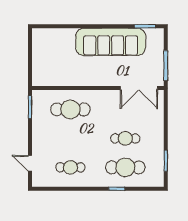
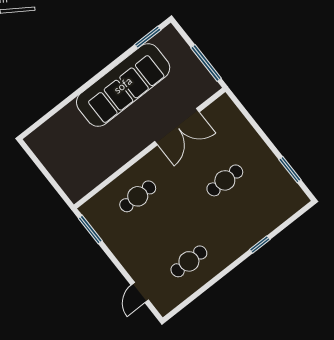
double door: (139, 88) -> (177, 127), moved
cafe table: (70, 109) -> (138, 196), width x0.73, depth x0.74
door: (30, 163) -> (140, 293), hinge flipped
cafe table: (125, 167) -> (250, 213), removed

